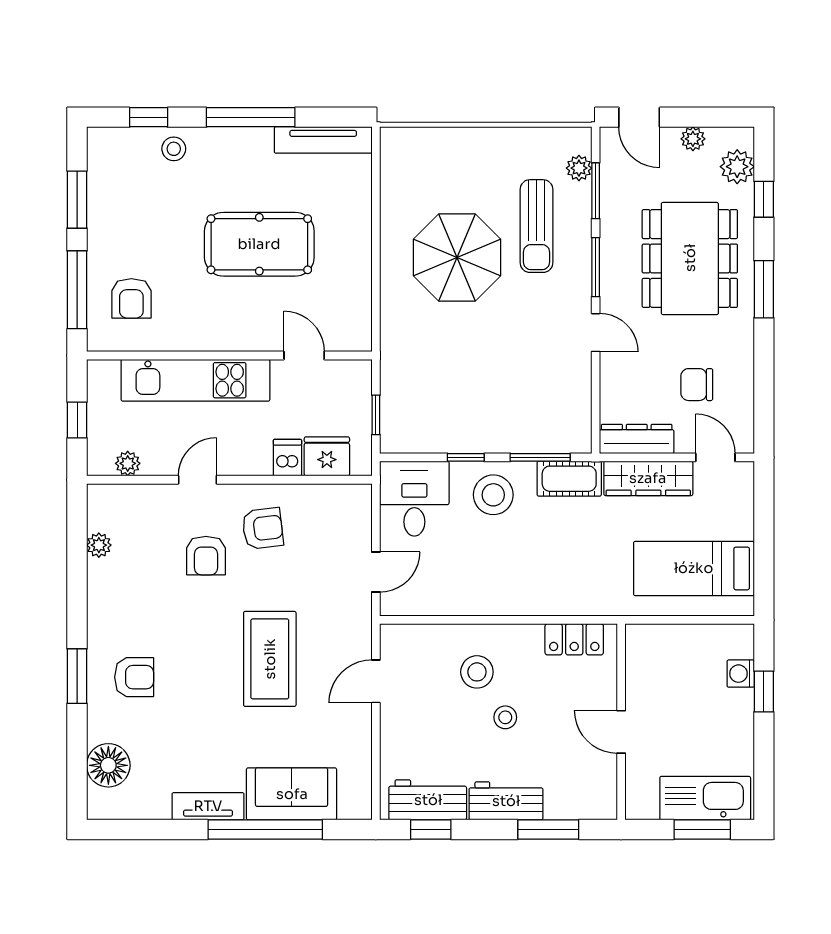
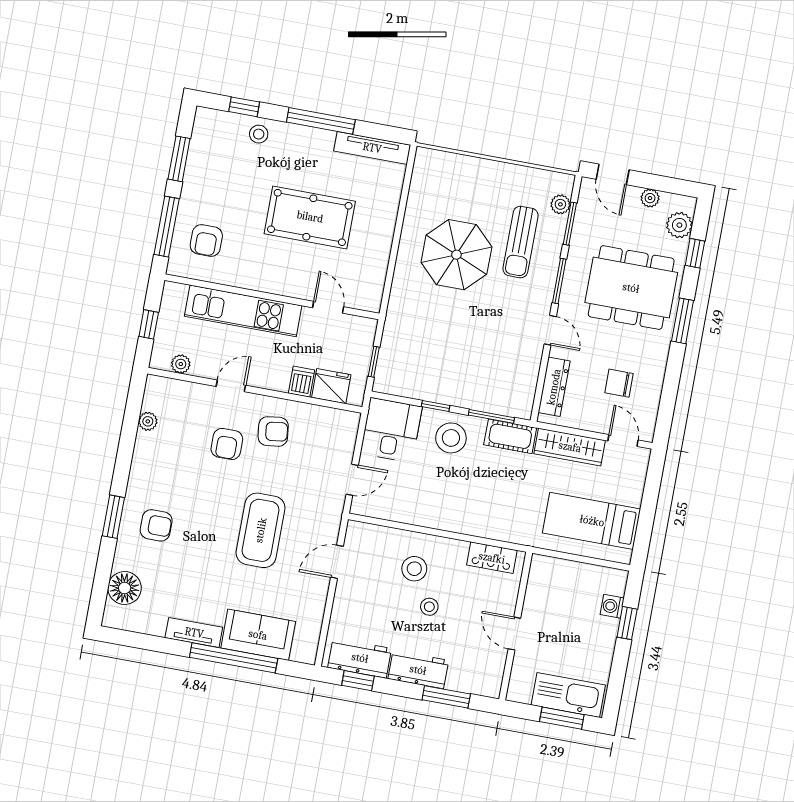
dining table: (690, 258) -> (631, 288), turned 90
dresser: (637, 439) -> (554, 387), moved, turned 90

